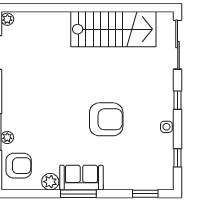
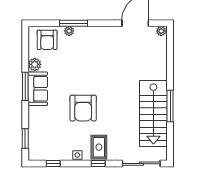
window: (104, 8) -> (170, 106), added
rug: (156, 99) -> (99, 147), added

